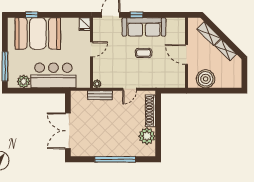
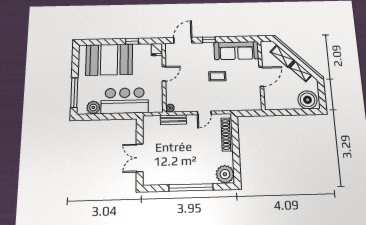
window: (32, 15) -> (132, 41), moved
sofa: (144, 27) -> (236, 51), moved
door: (187, 54) -> (261, 77), swing flipped
boiler: (206, 79) -> (308, 100), moved
double door: (68, 131) -> (140, 158), width x0.73
plant: (147, 136) -> (225, 174), moved

